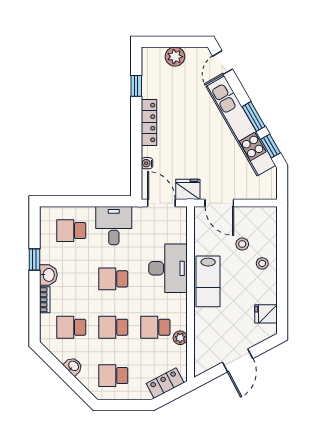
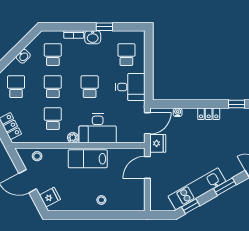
window: (254, 117) -> (225, 187), moved
locker: (149, 122) -> (209, 114), width x0.66
kitchen unit: (241, 126) -> (197, 189), width x0.73
stool: (242, 244) -> (37, 156), moved
fridge: (266, 314) -> (50, 197), moved, turned 62
plant: (180, 338) -> (73, 138), moved

